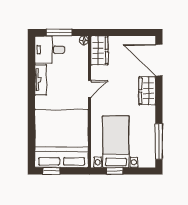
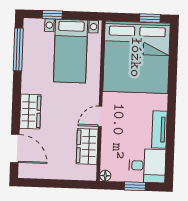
window: (59, 32) -> (135, 186), width x0.67
wardrobe: (99, 50) -> (87, 146), moved
door: (159, 60) -> (15, 148), width x0.73
window: (115, 171) -> (52, 15), moved

